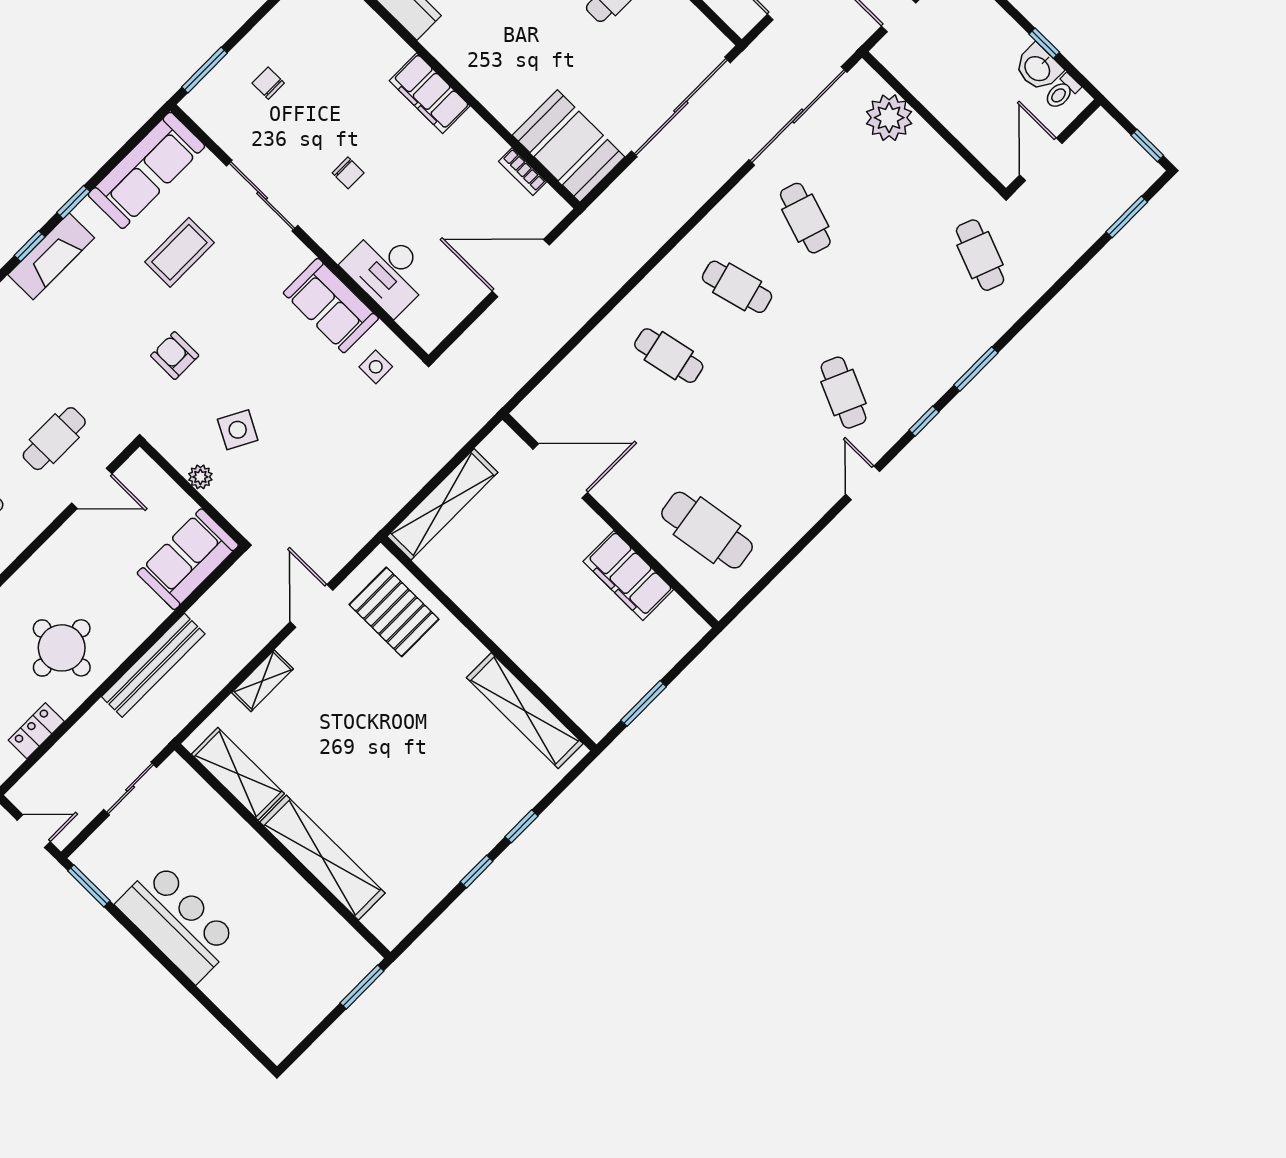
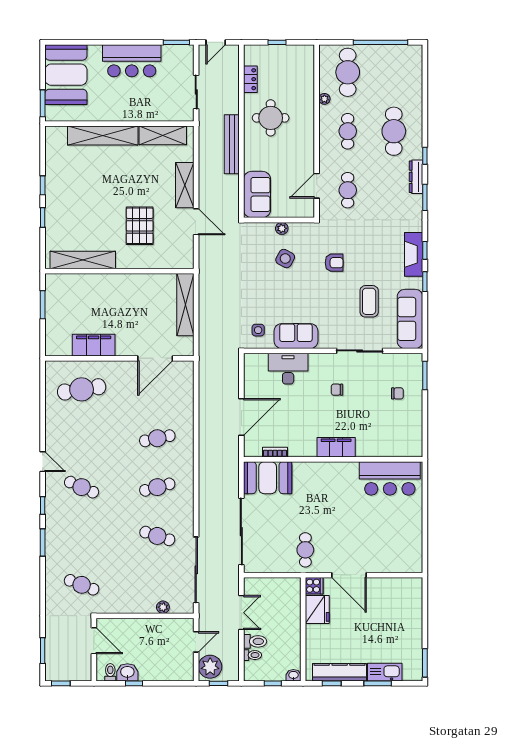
plant: (889, 118) -> (163, 607), width x0.53, depth x0.53
pallet: (394, 612) -> (140, 226), moved, turned 90
shelving: (263, 681) -> (185, 185), width x1.50, depth x1.33
booth: (289, 995) -> (66, 75), added

